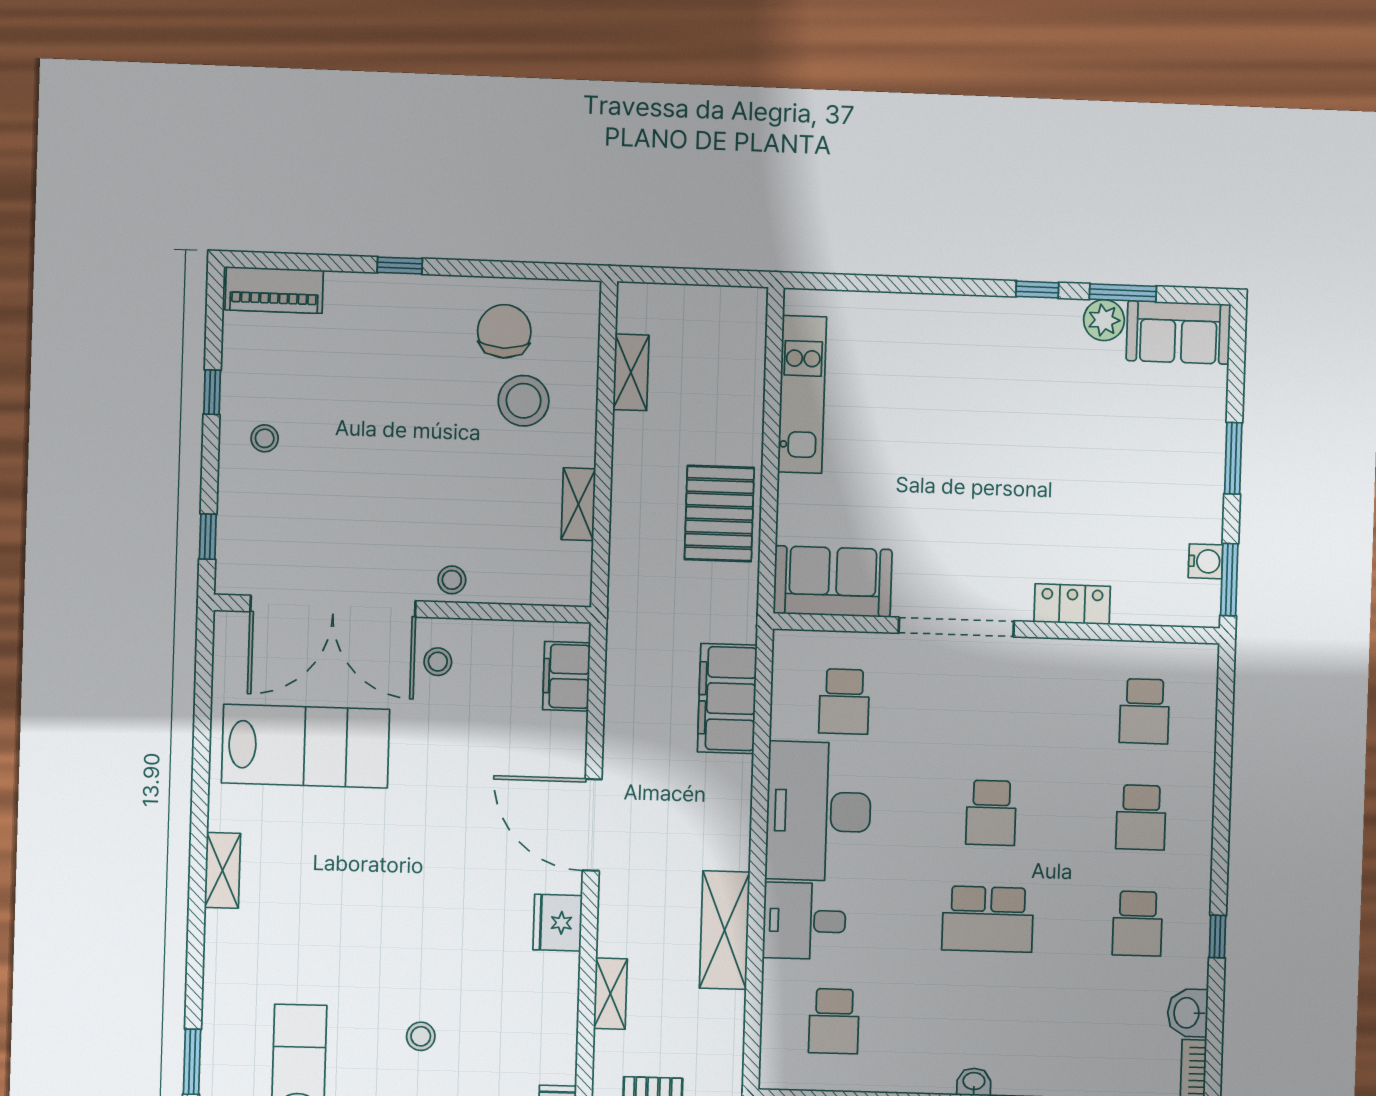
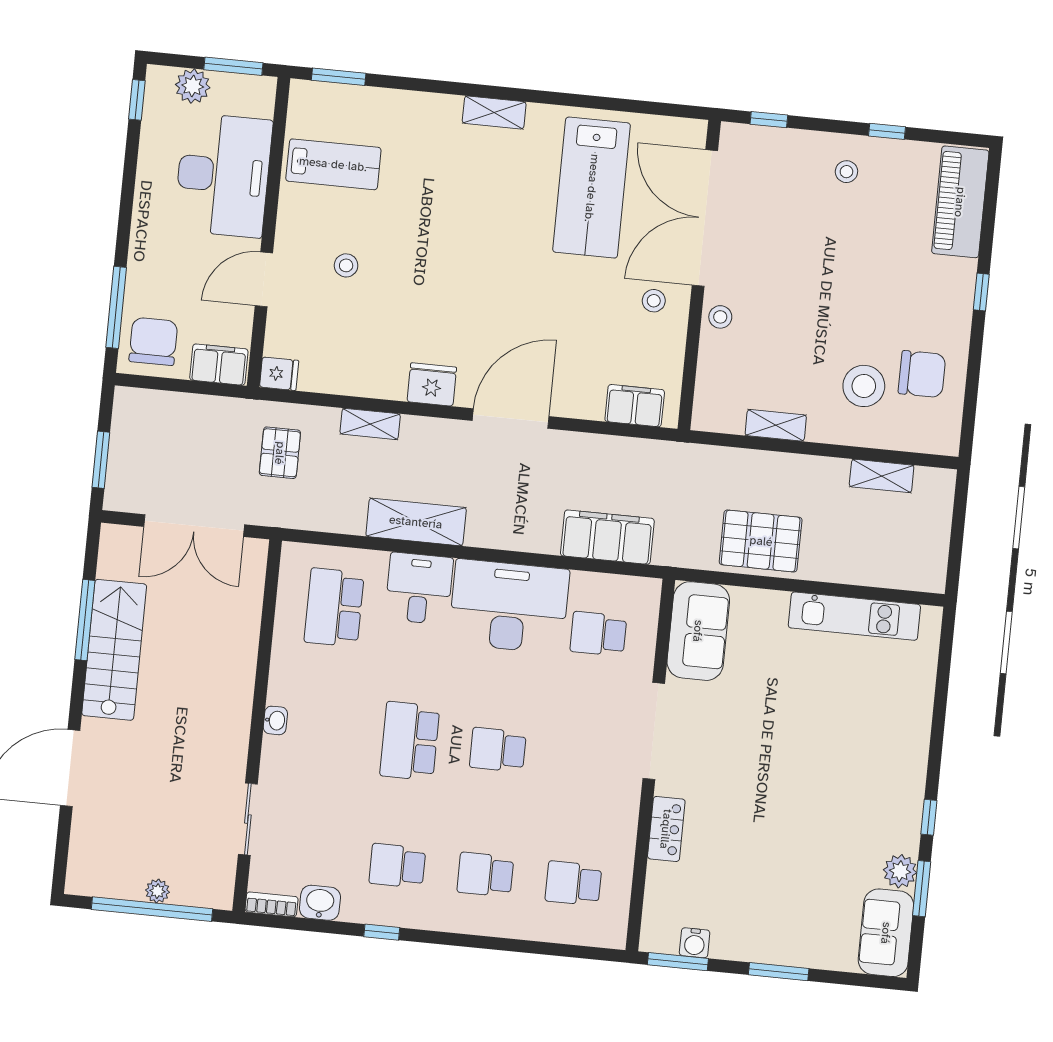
piano: (274, 290) -> (960, 202), width x1.37, depth x1.33
school desk: (834, 1021) -> (334, 607), width x1.85

